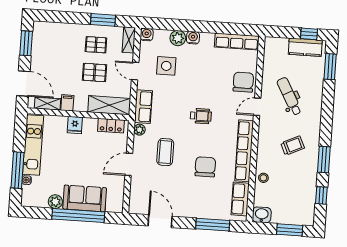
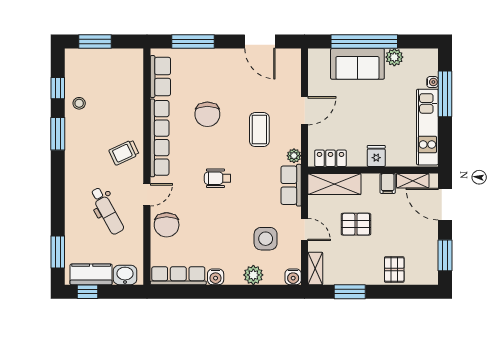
water cooler: (193, 38) -> (216, 277), moved
pallet: (96, 45) -> (394, 269), moved, turned 90
trolley: (293, 146) -> (124, 152), moved
stool: (263, 178) -> (79, 103), moved
washbasin: (262, 215) -> (125, 275), moved, turned 180

